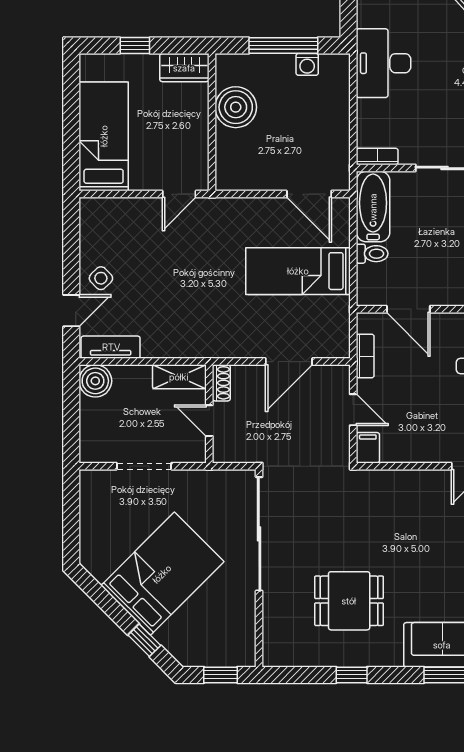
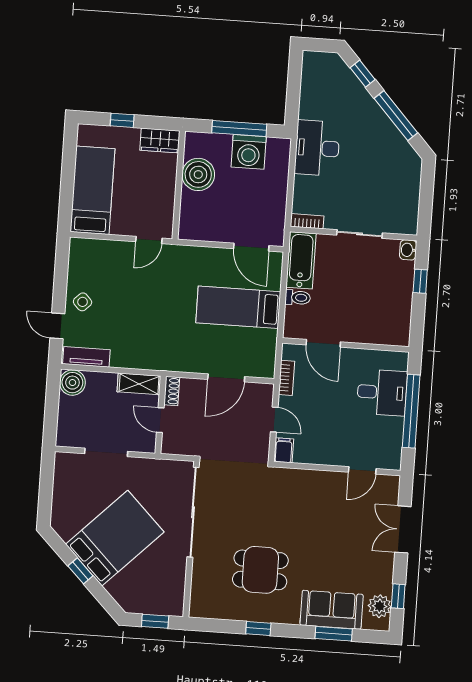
washing machine: (307, 64) -> (249, 152), width x1.89, depth x1.89
door: (71, 311) -> (57, 326), swing flipped
window: (144, 640) -> (80, 571), moved

